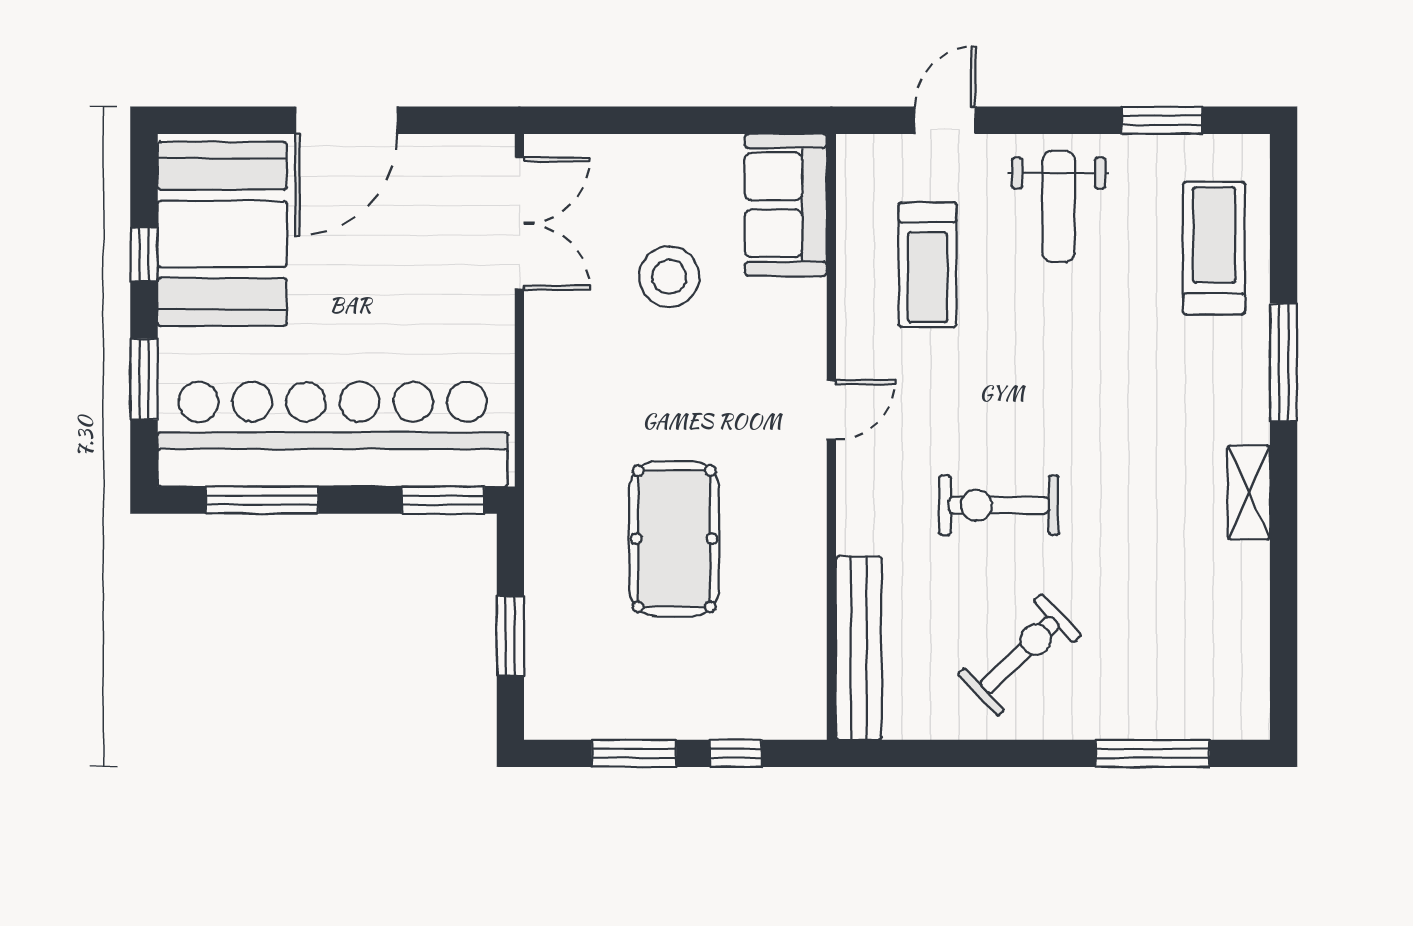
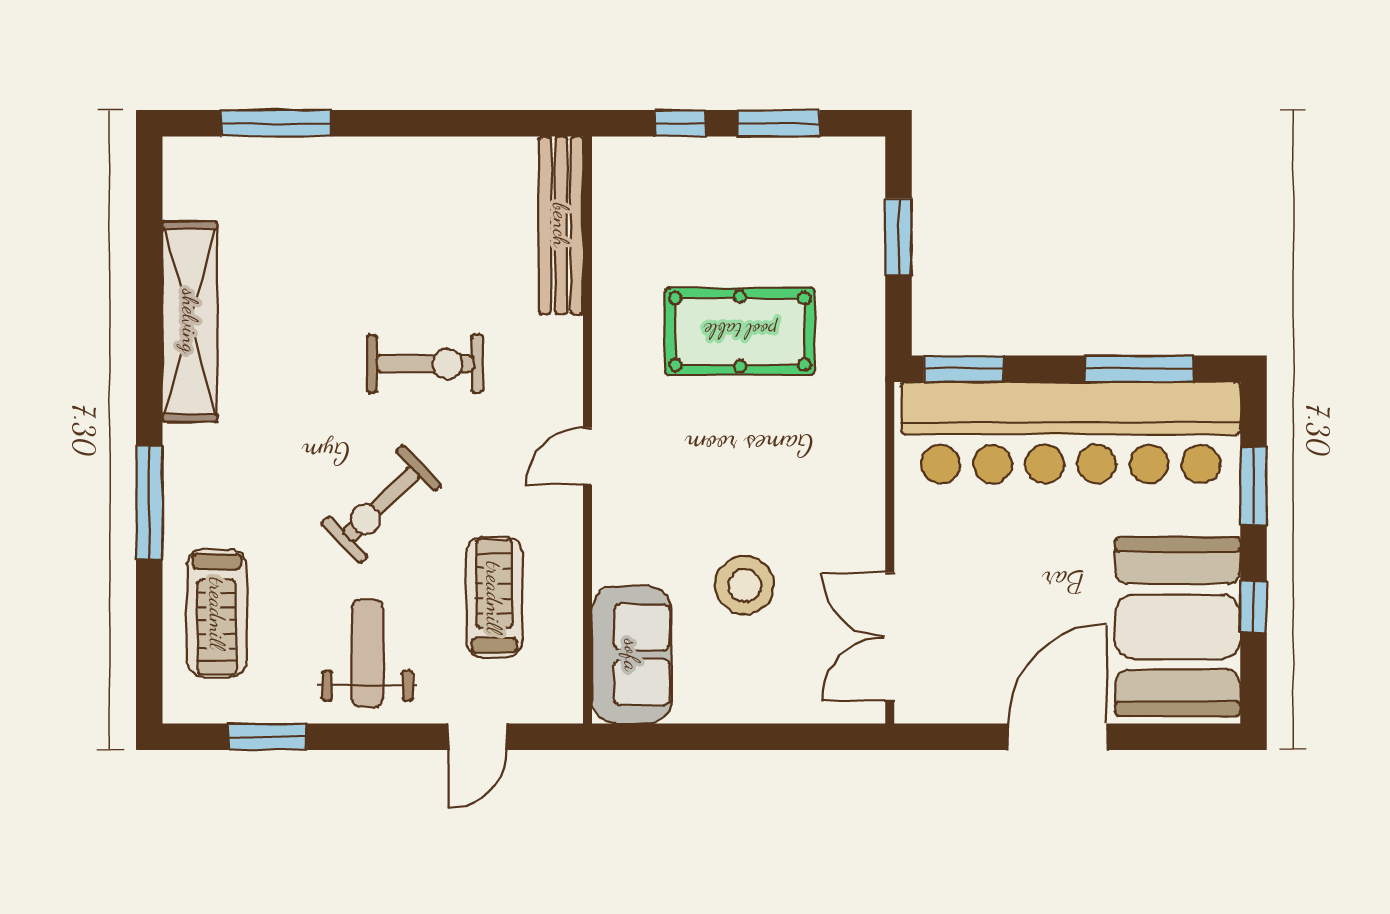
shelving: (1249, 492) -> (190, 321), width x2.20, depth x1.33
pool table: (674, 539) -> (740, 331), turned 90
exercise bike: (1020, 655) -> (381, 504), moved

